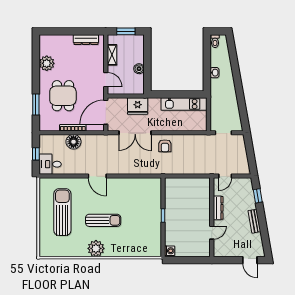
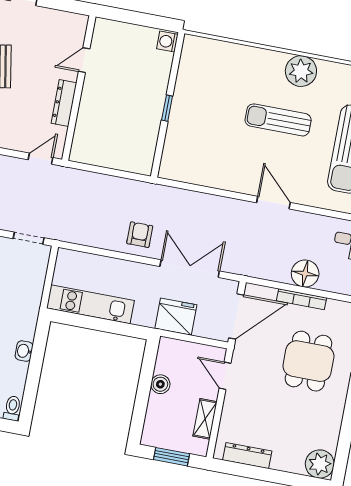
plant: (47, 63) -> (320, 464), moved

